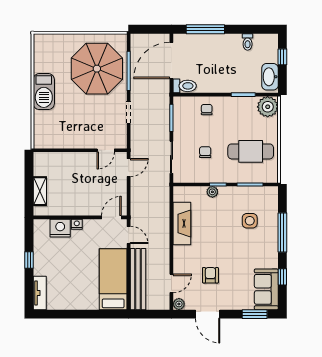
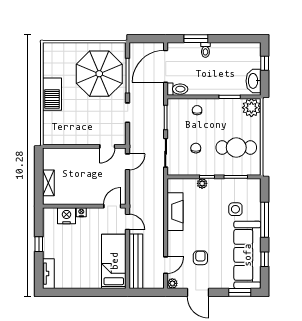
window: (205, 29) -> (196, 39), width x0.69
toilet: (248, 42) -> (205, 50), moved
sofa: (266, 289) -> (247, 255), width x1.85, depth x1.27

